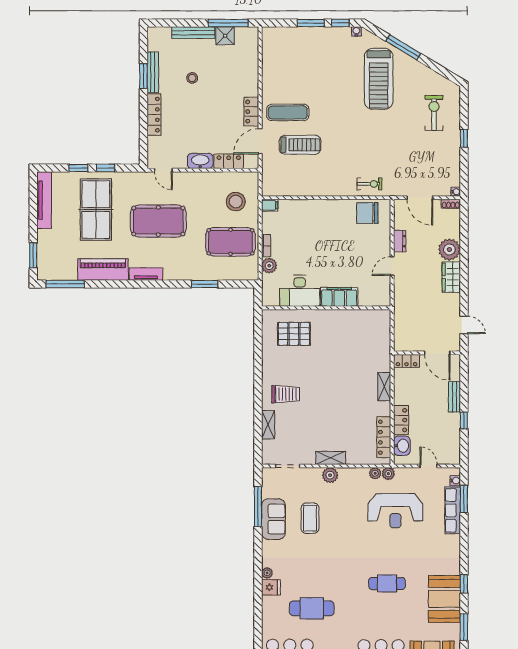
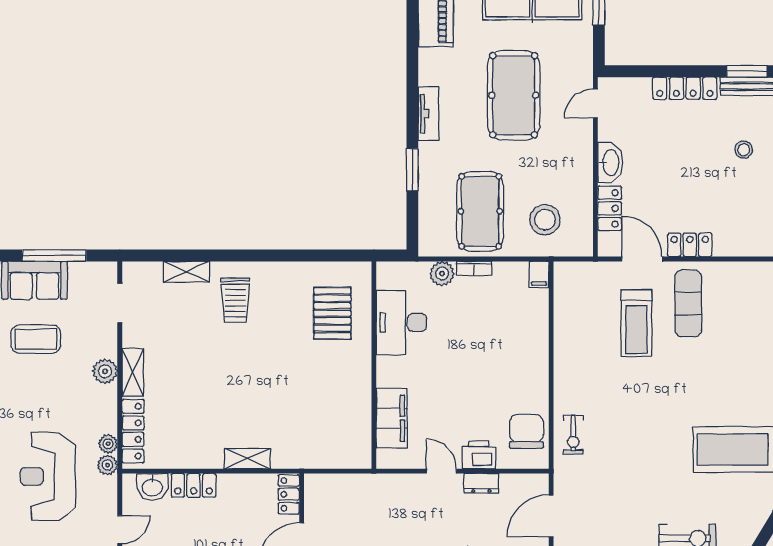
printer: (382, 243) -> (479, 455), added
tv unit: (146, 274) -> (428, 114), moved
filing cabinet: (339, 297) -> (392, 418), moved
locker: (384, 437) -> (133, 431), moved, turned 90

